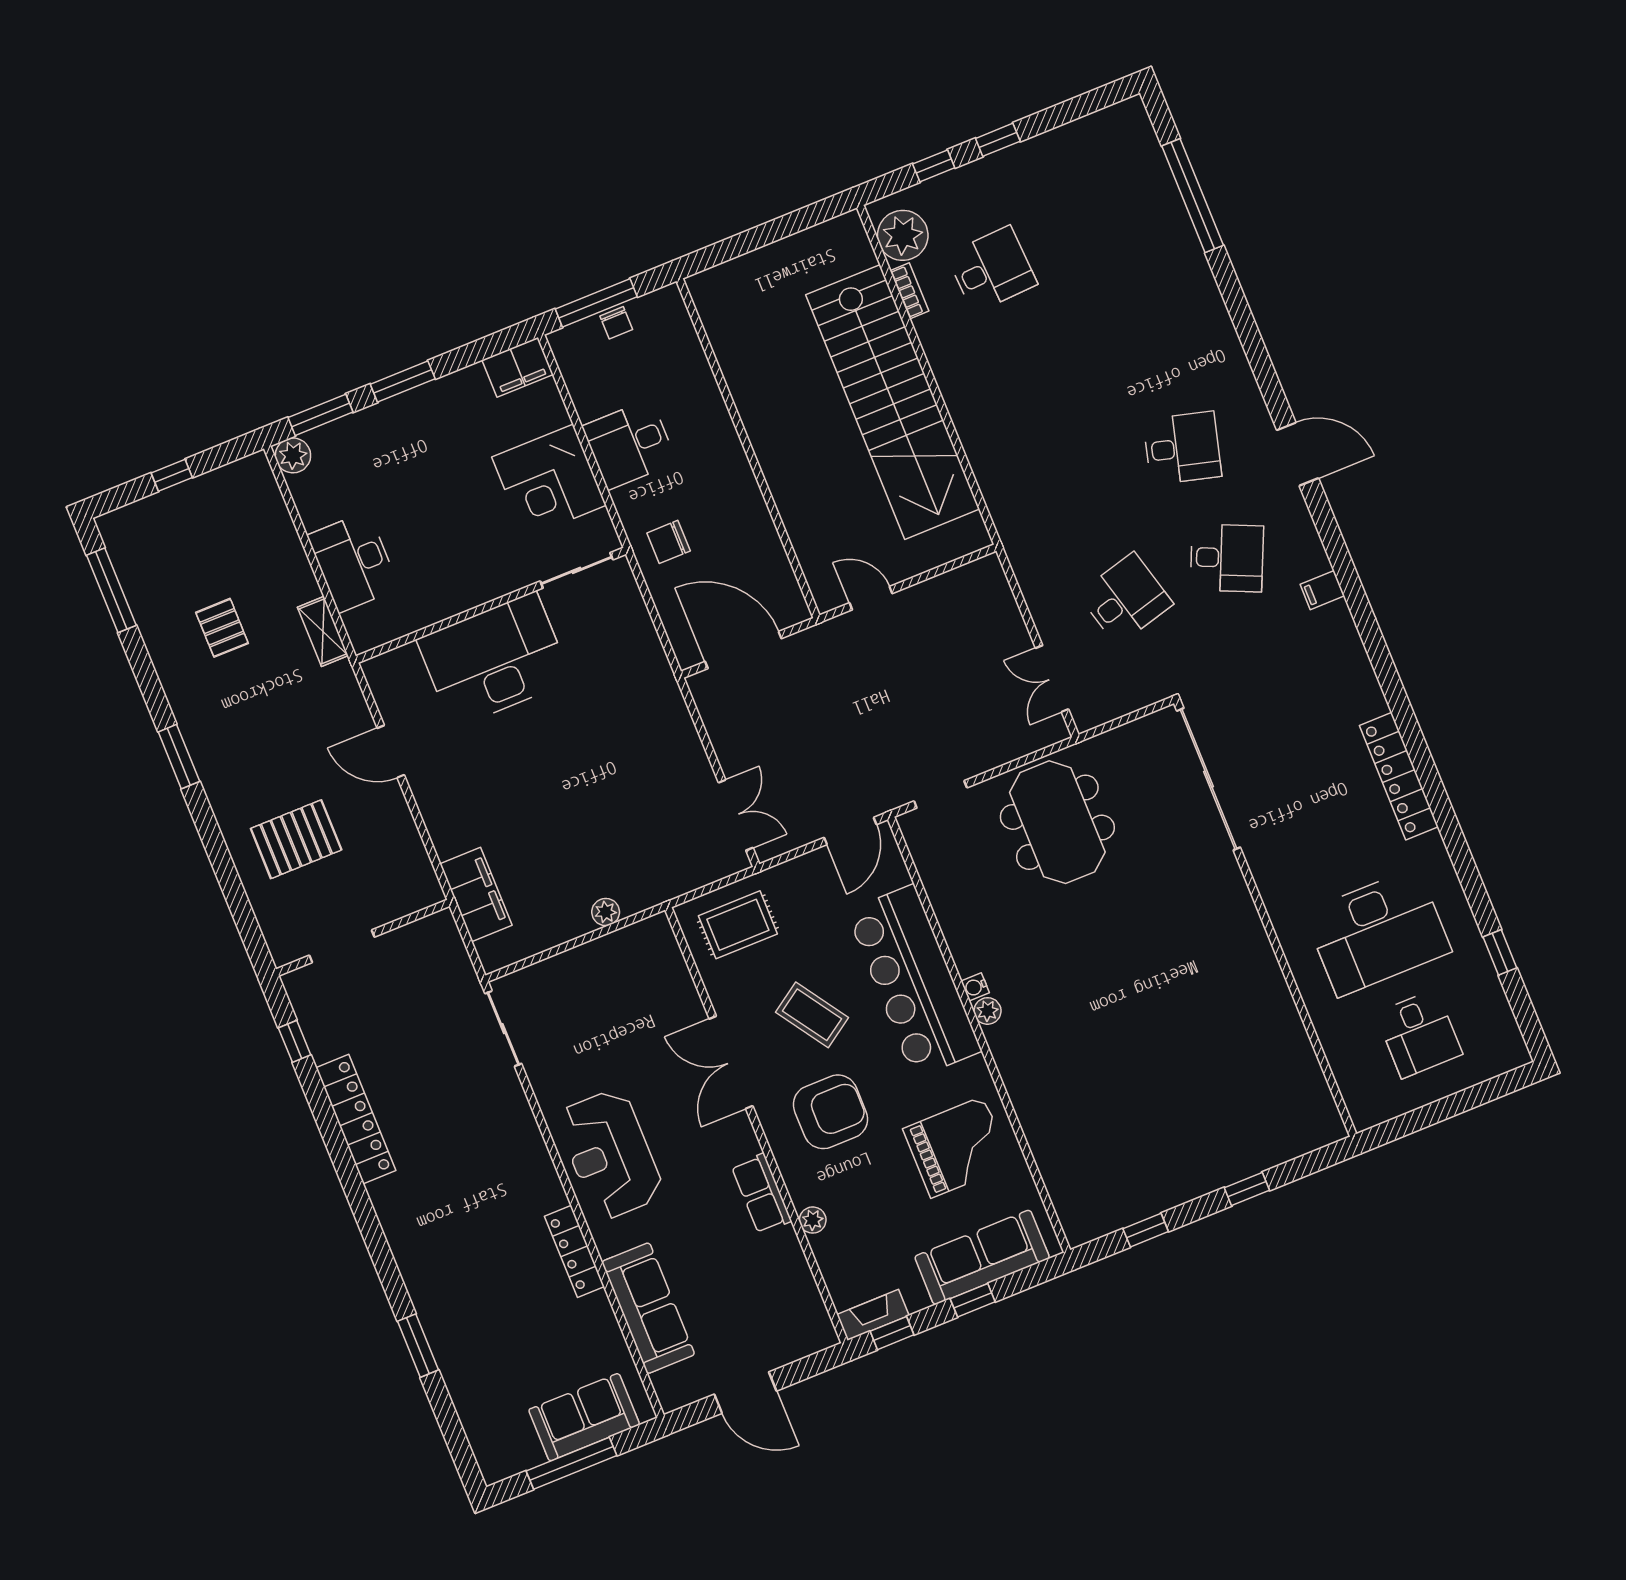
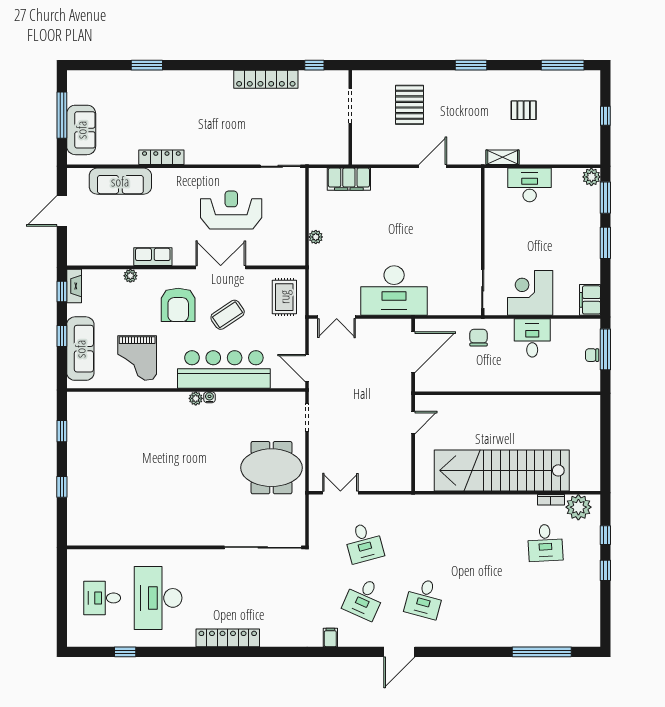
desk: (494, 660) -> (394, 291), moved, turned 90
reception desk: (610, 1154) -> (231, 210), moved

